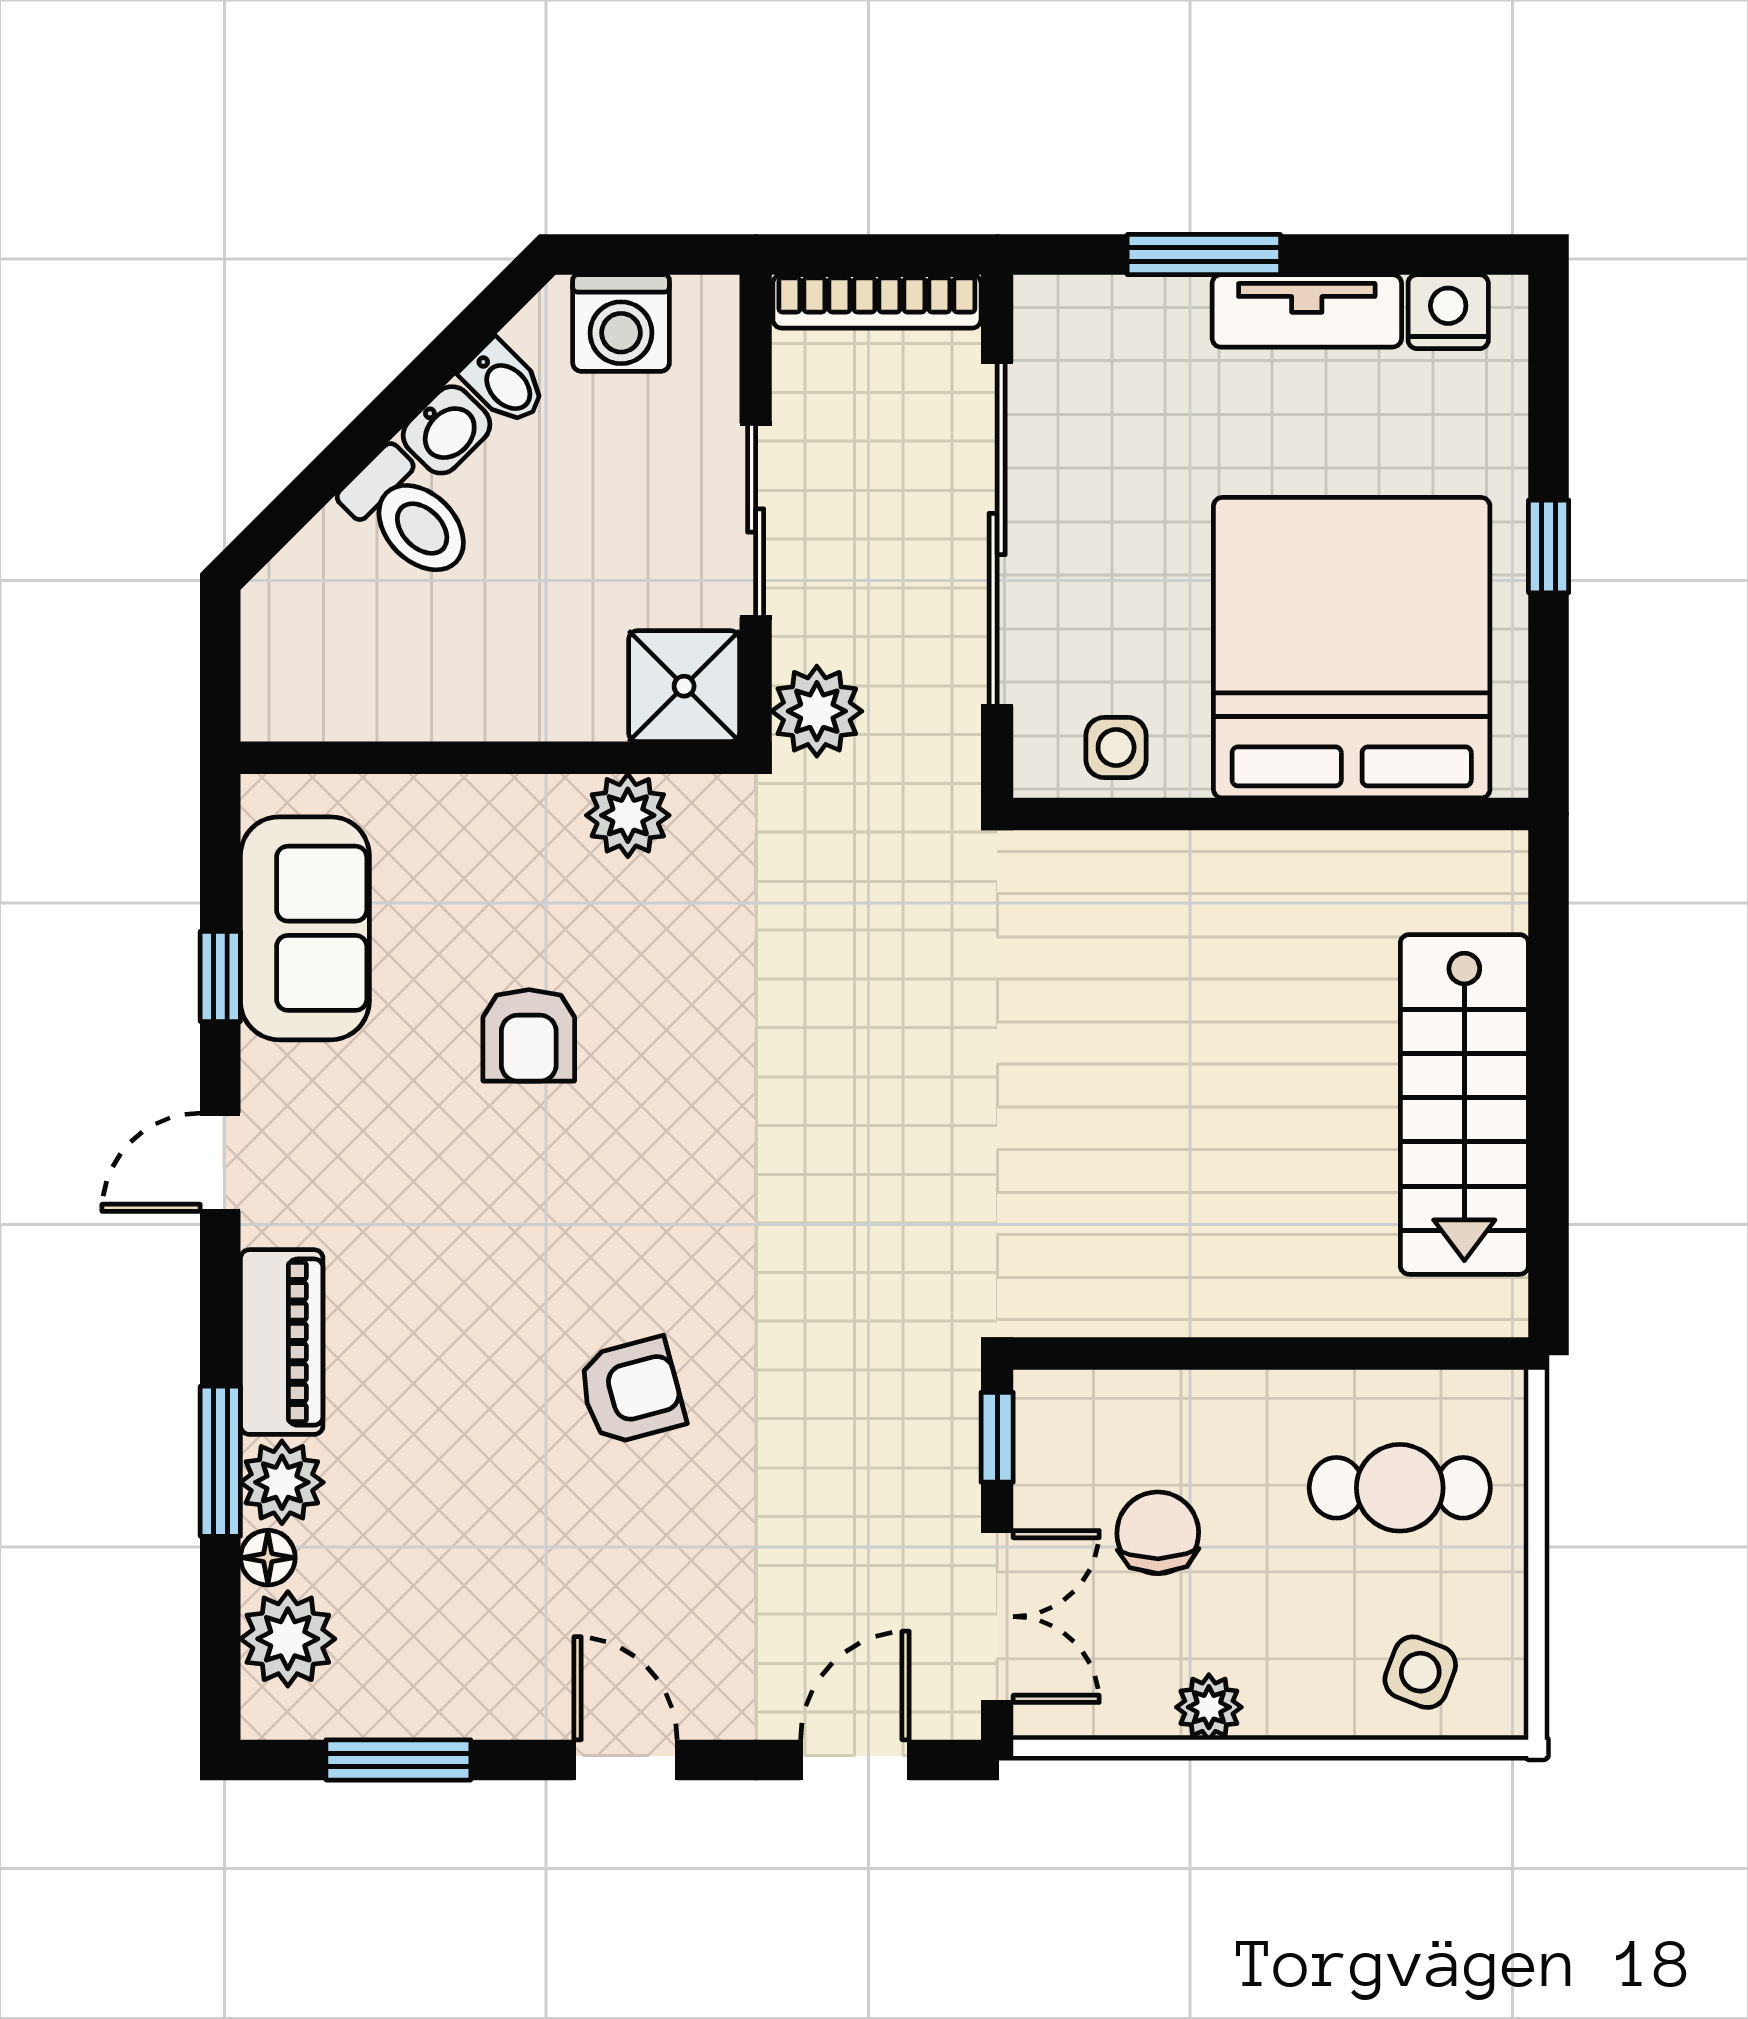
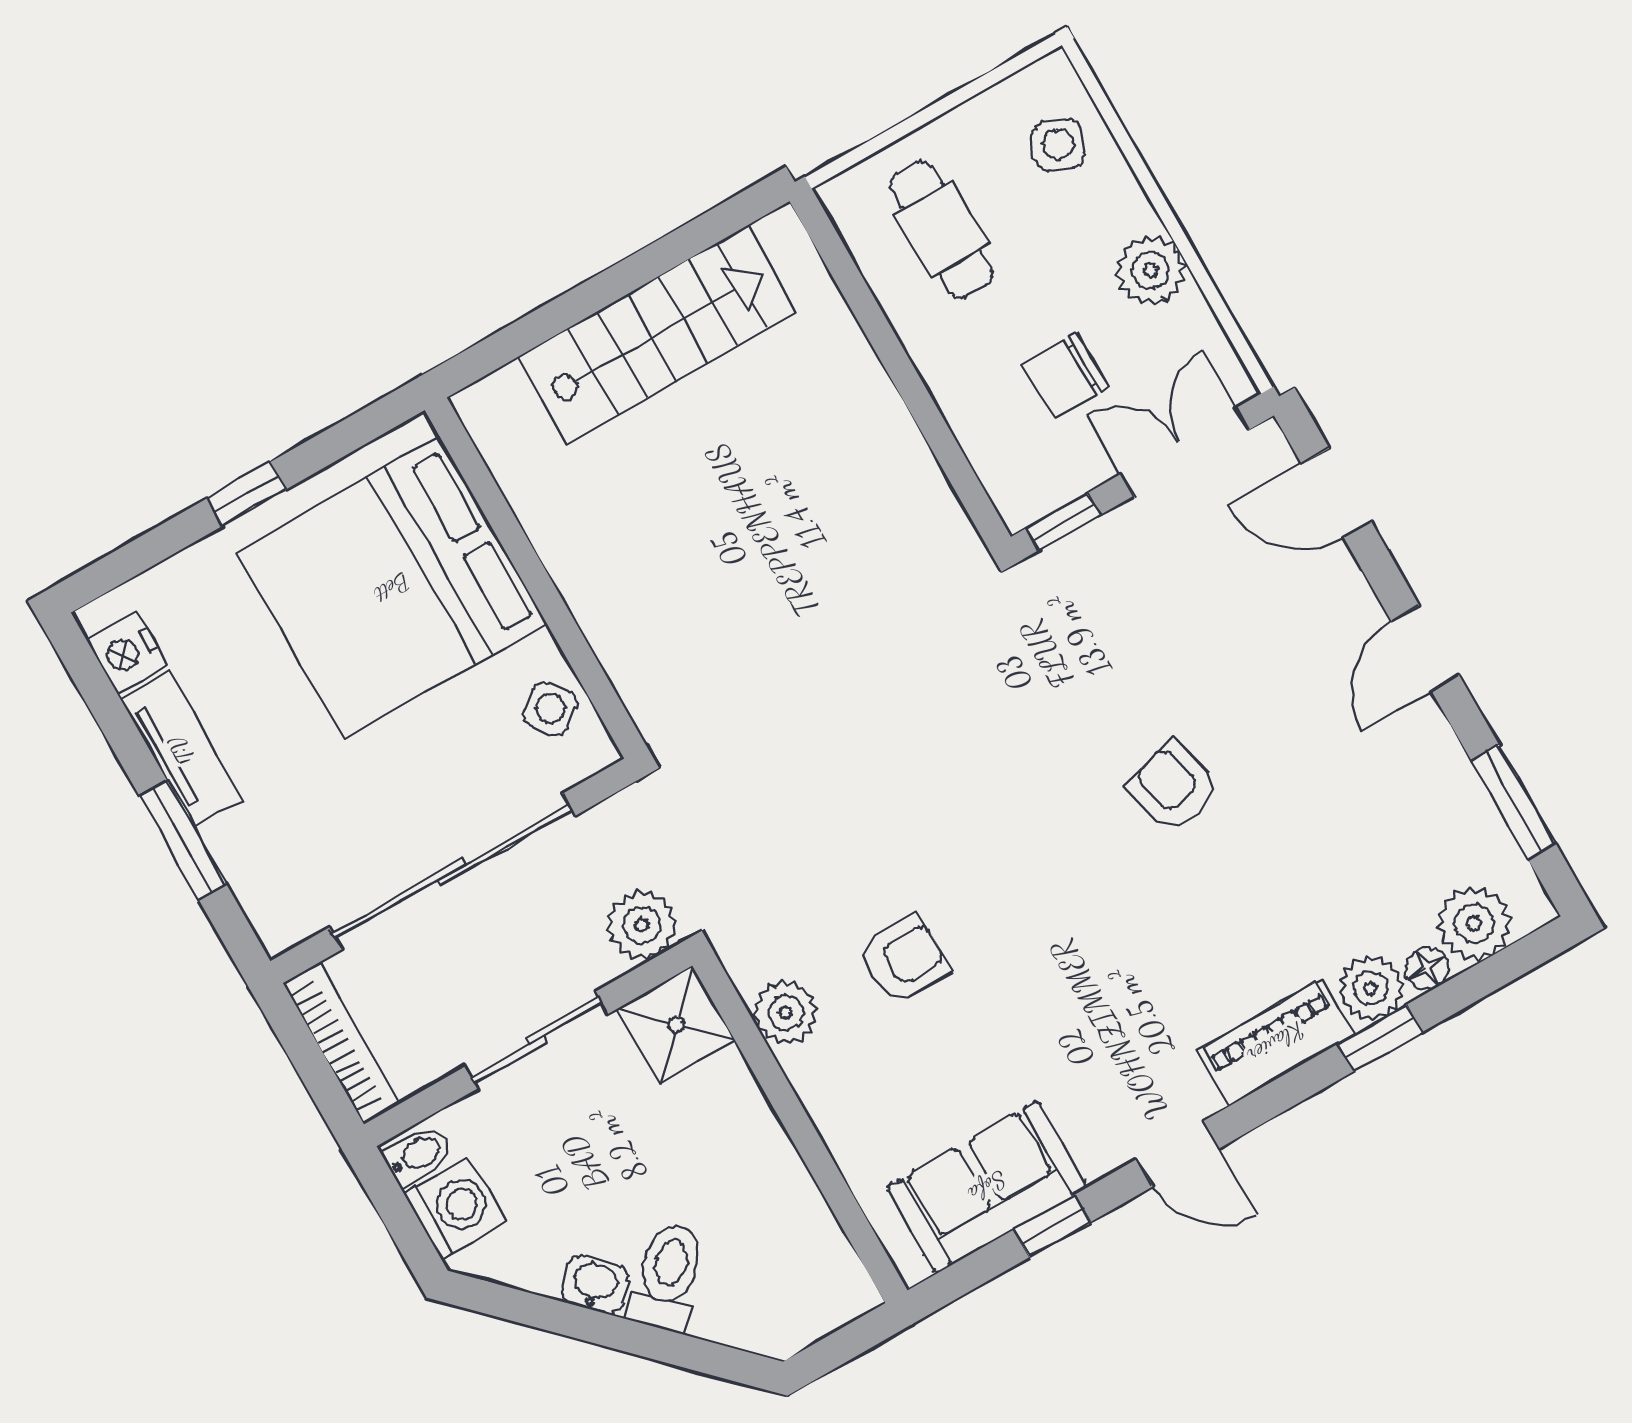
bidet: (504, 383) -> (418, 1155), moved, turned 45
side table: (1116, 747) -> (550, 708), turned -37
armchair: (529, 1035) -> (904, 959), moved
window: (220, 1461) -> (1380, 1038), width x0.67
plant: (1209, 1707) -> (1151, 270), width x1.38, depth x1.38

